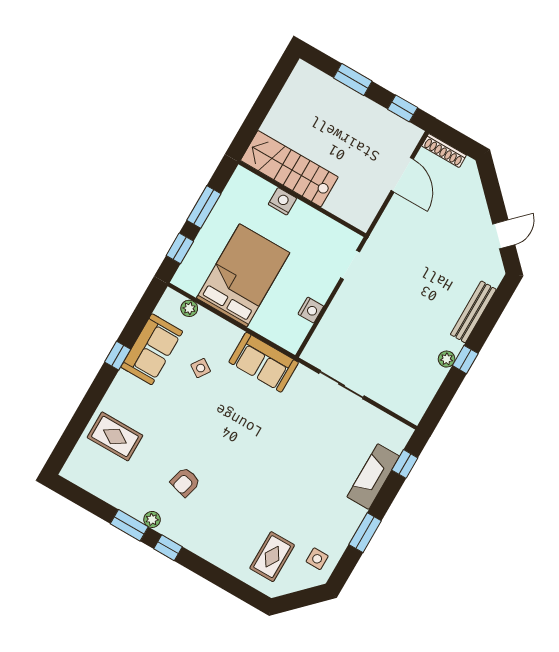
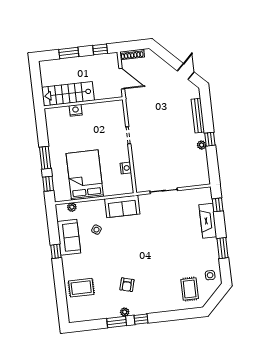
stairs: (289, 169) -> (68, 94), moved
wall: (302, 199) -> (83, 103), moved
nightstand: (282, 201) -> (76, 110), moved

